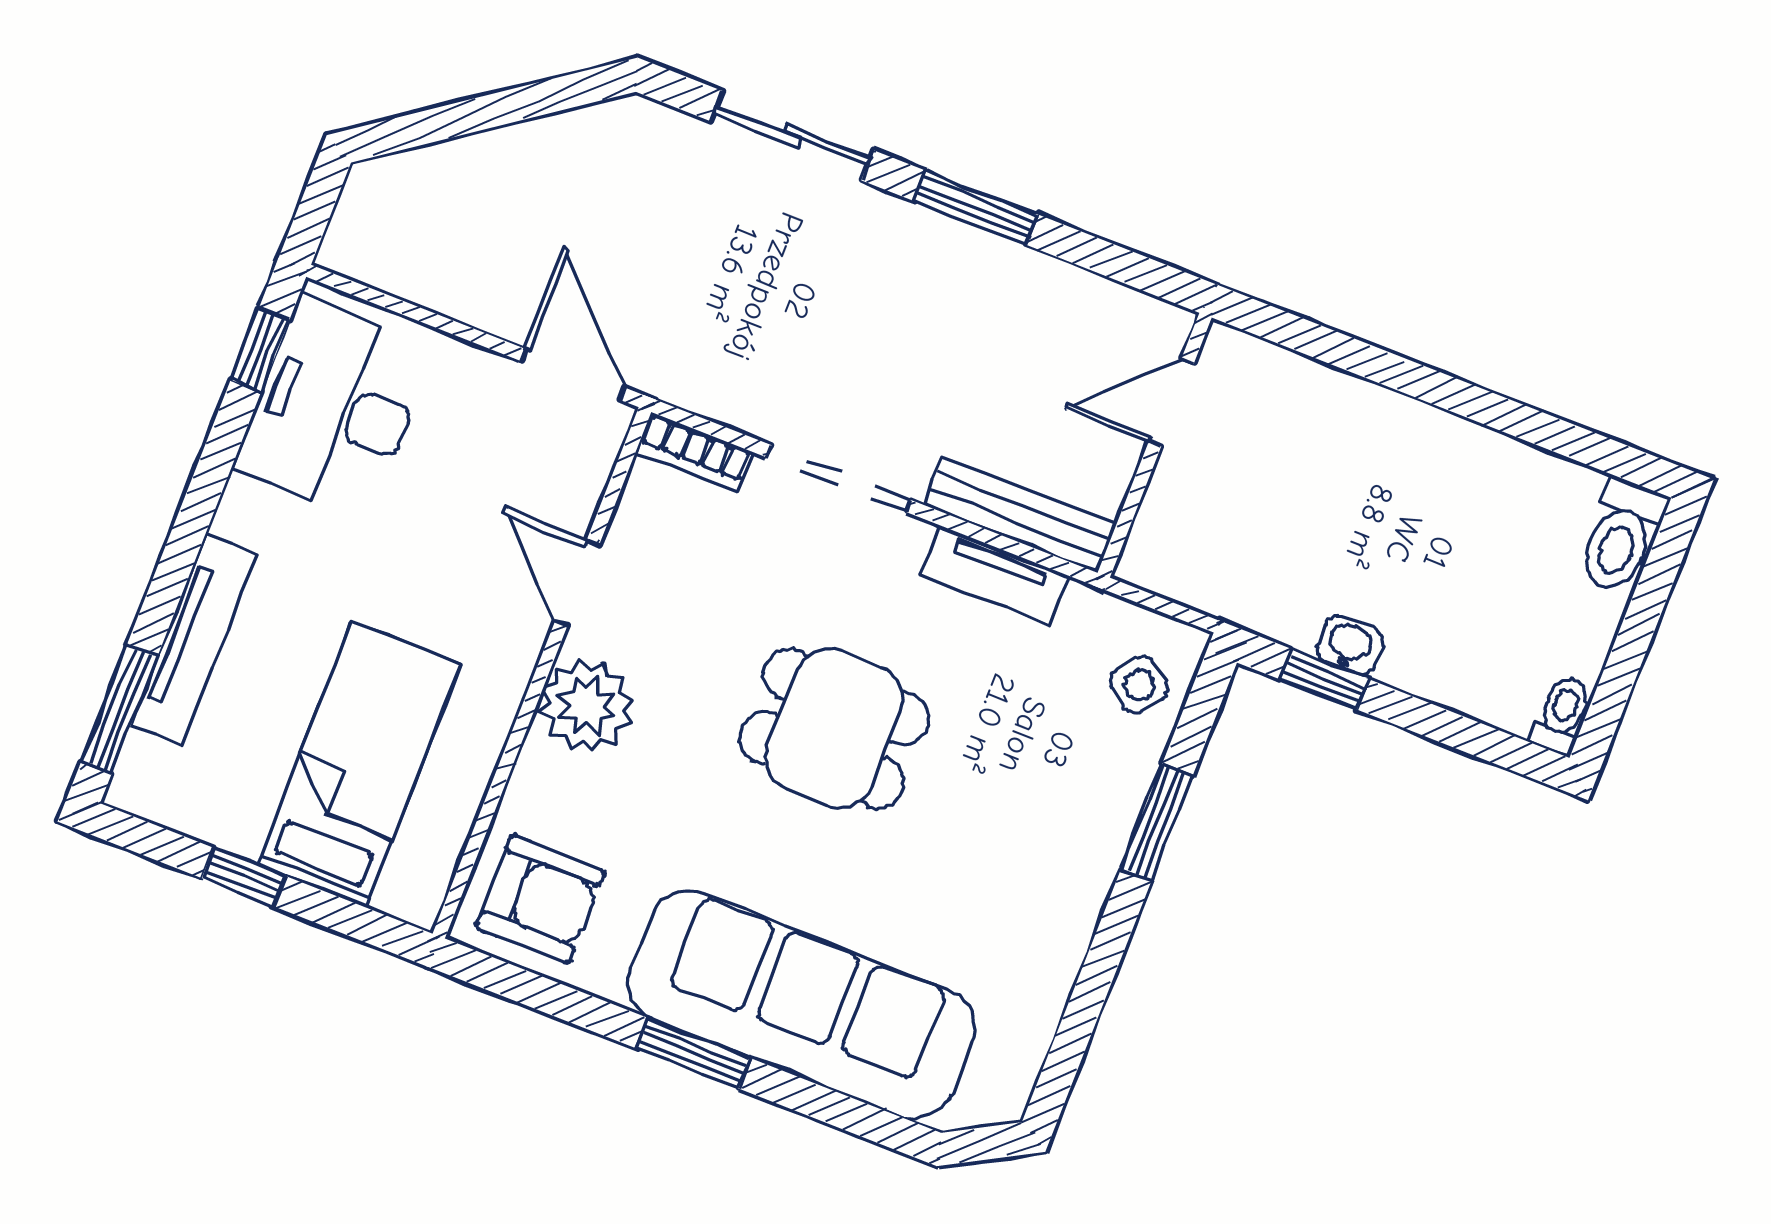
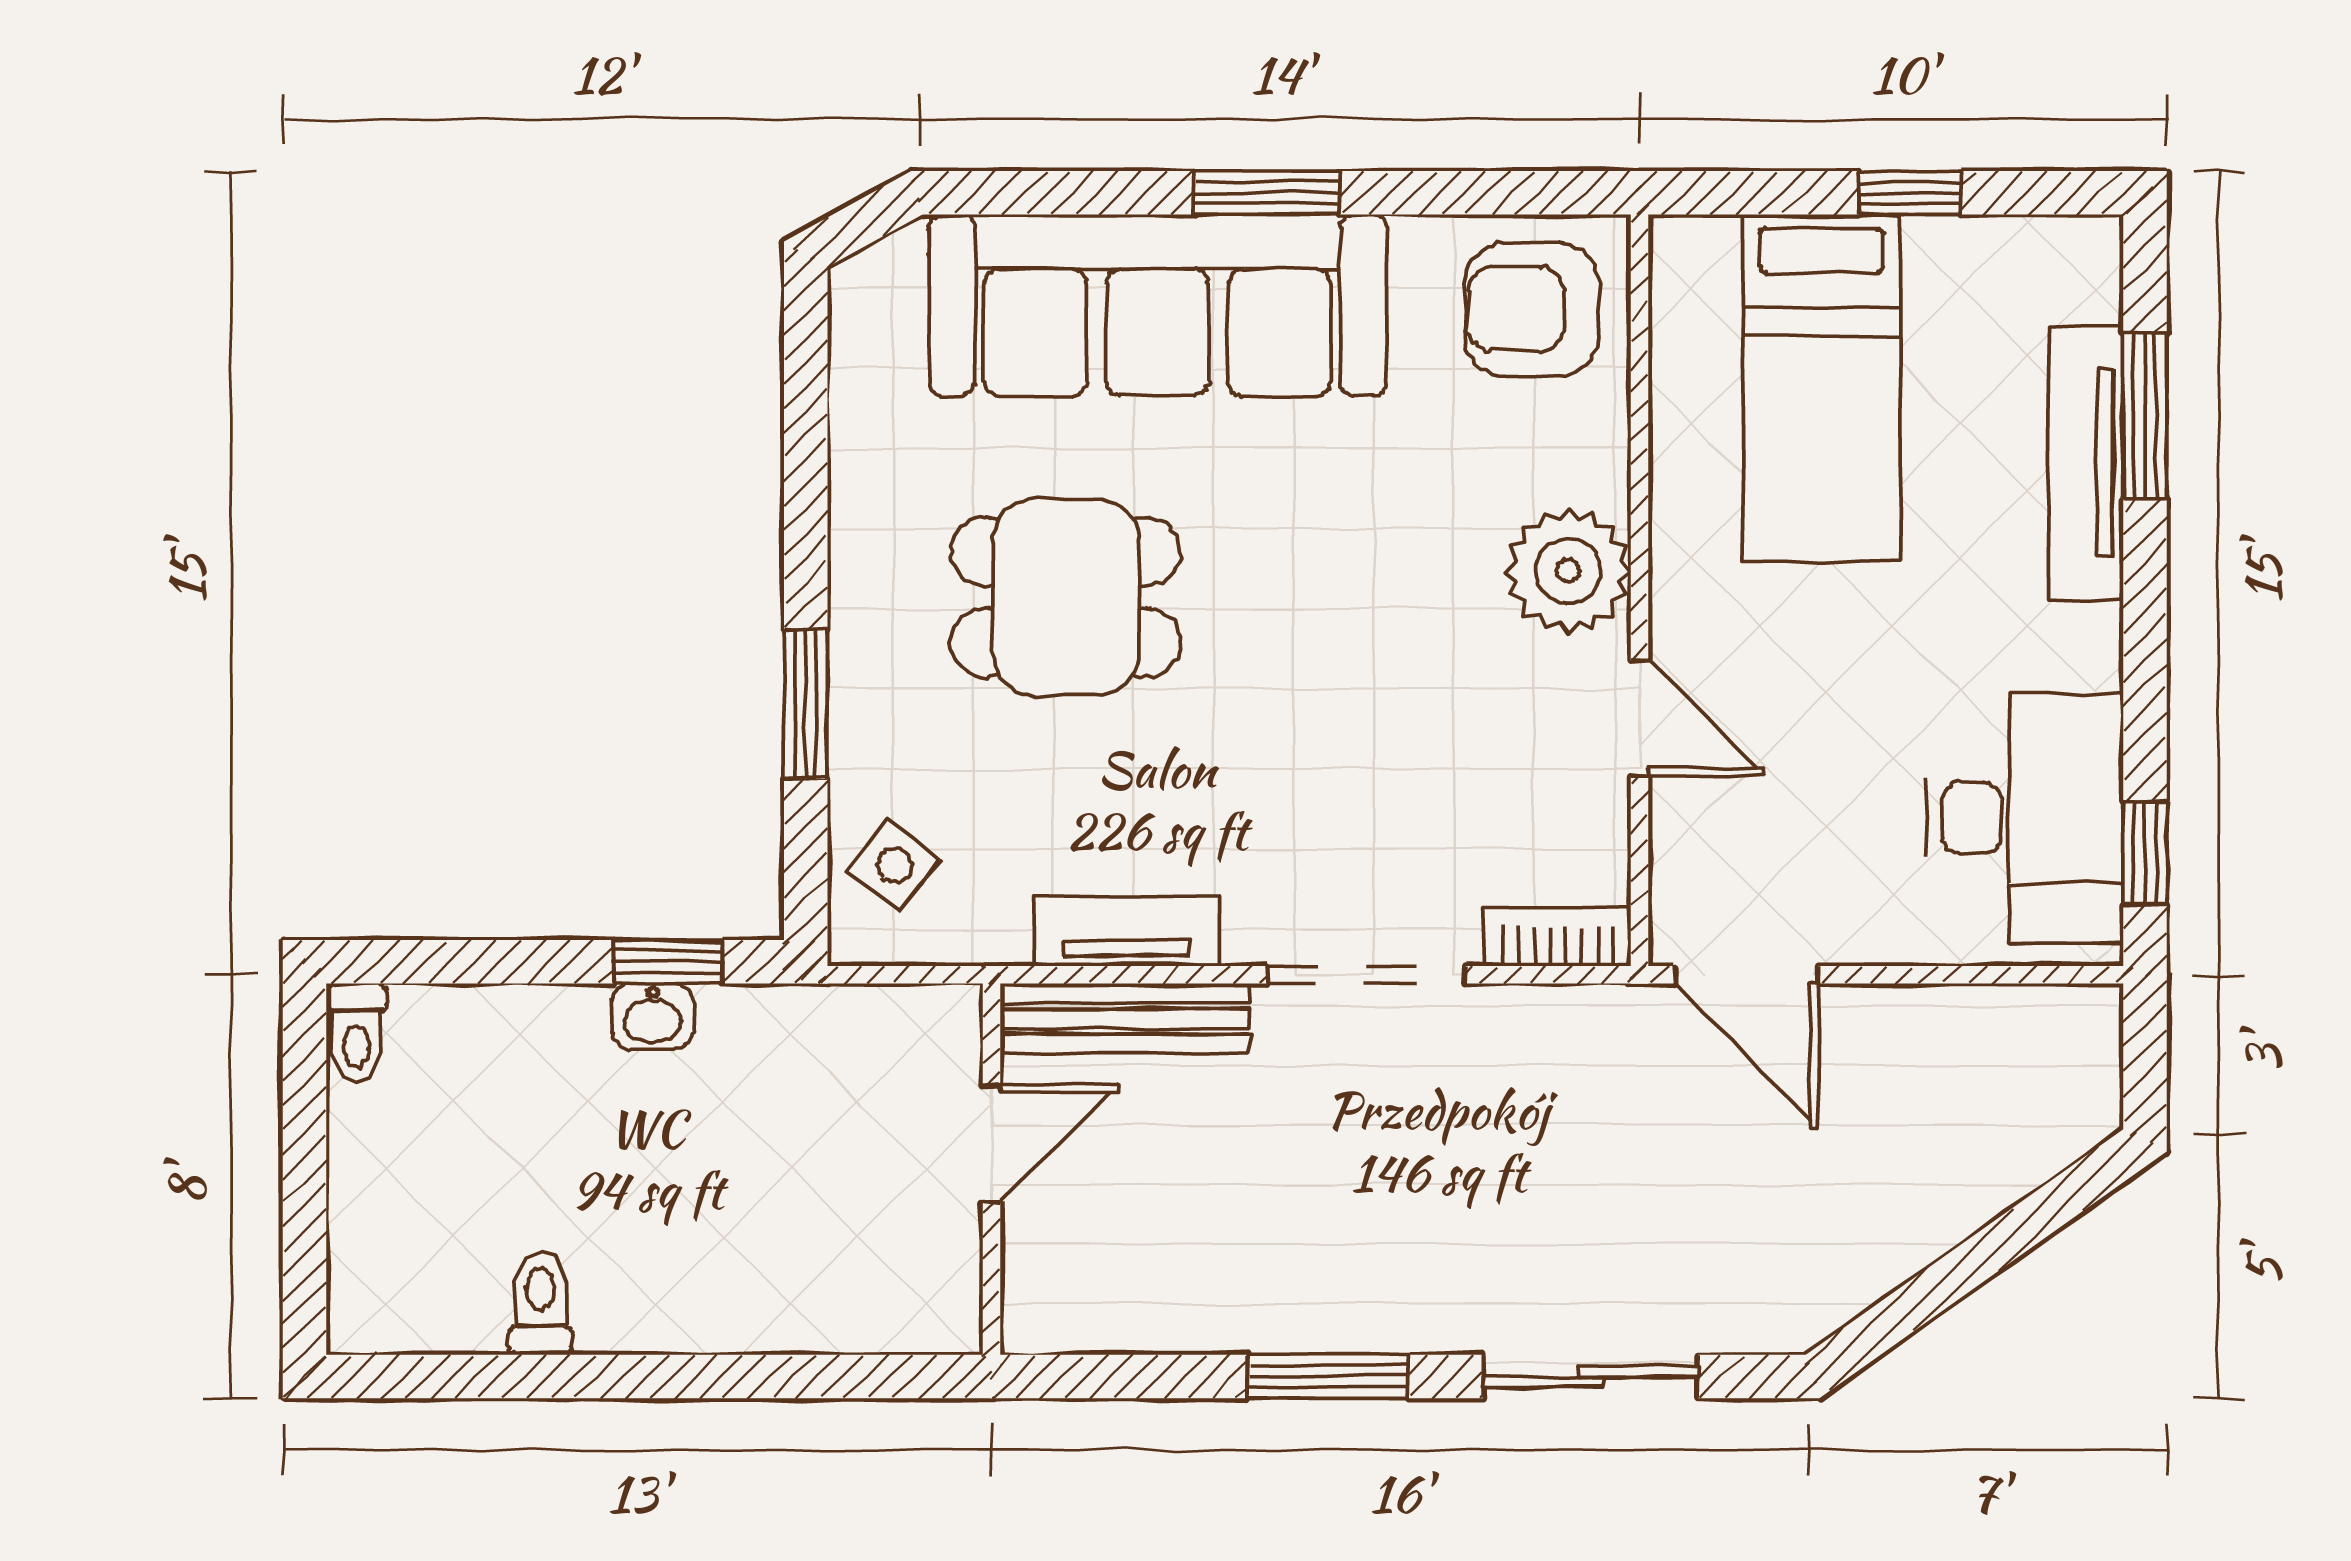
door: (1171, 403) -> (991, 1144), moved
toilet: (1621, 536) -> (540, 1303), moved, width x0.73, depth x0.72
window: (119, 709) -> (2145, 416), moved
dining table: (834, 728) -> (1066, 597), moved

